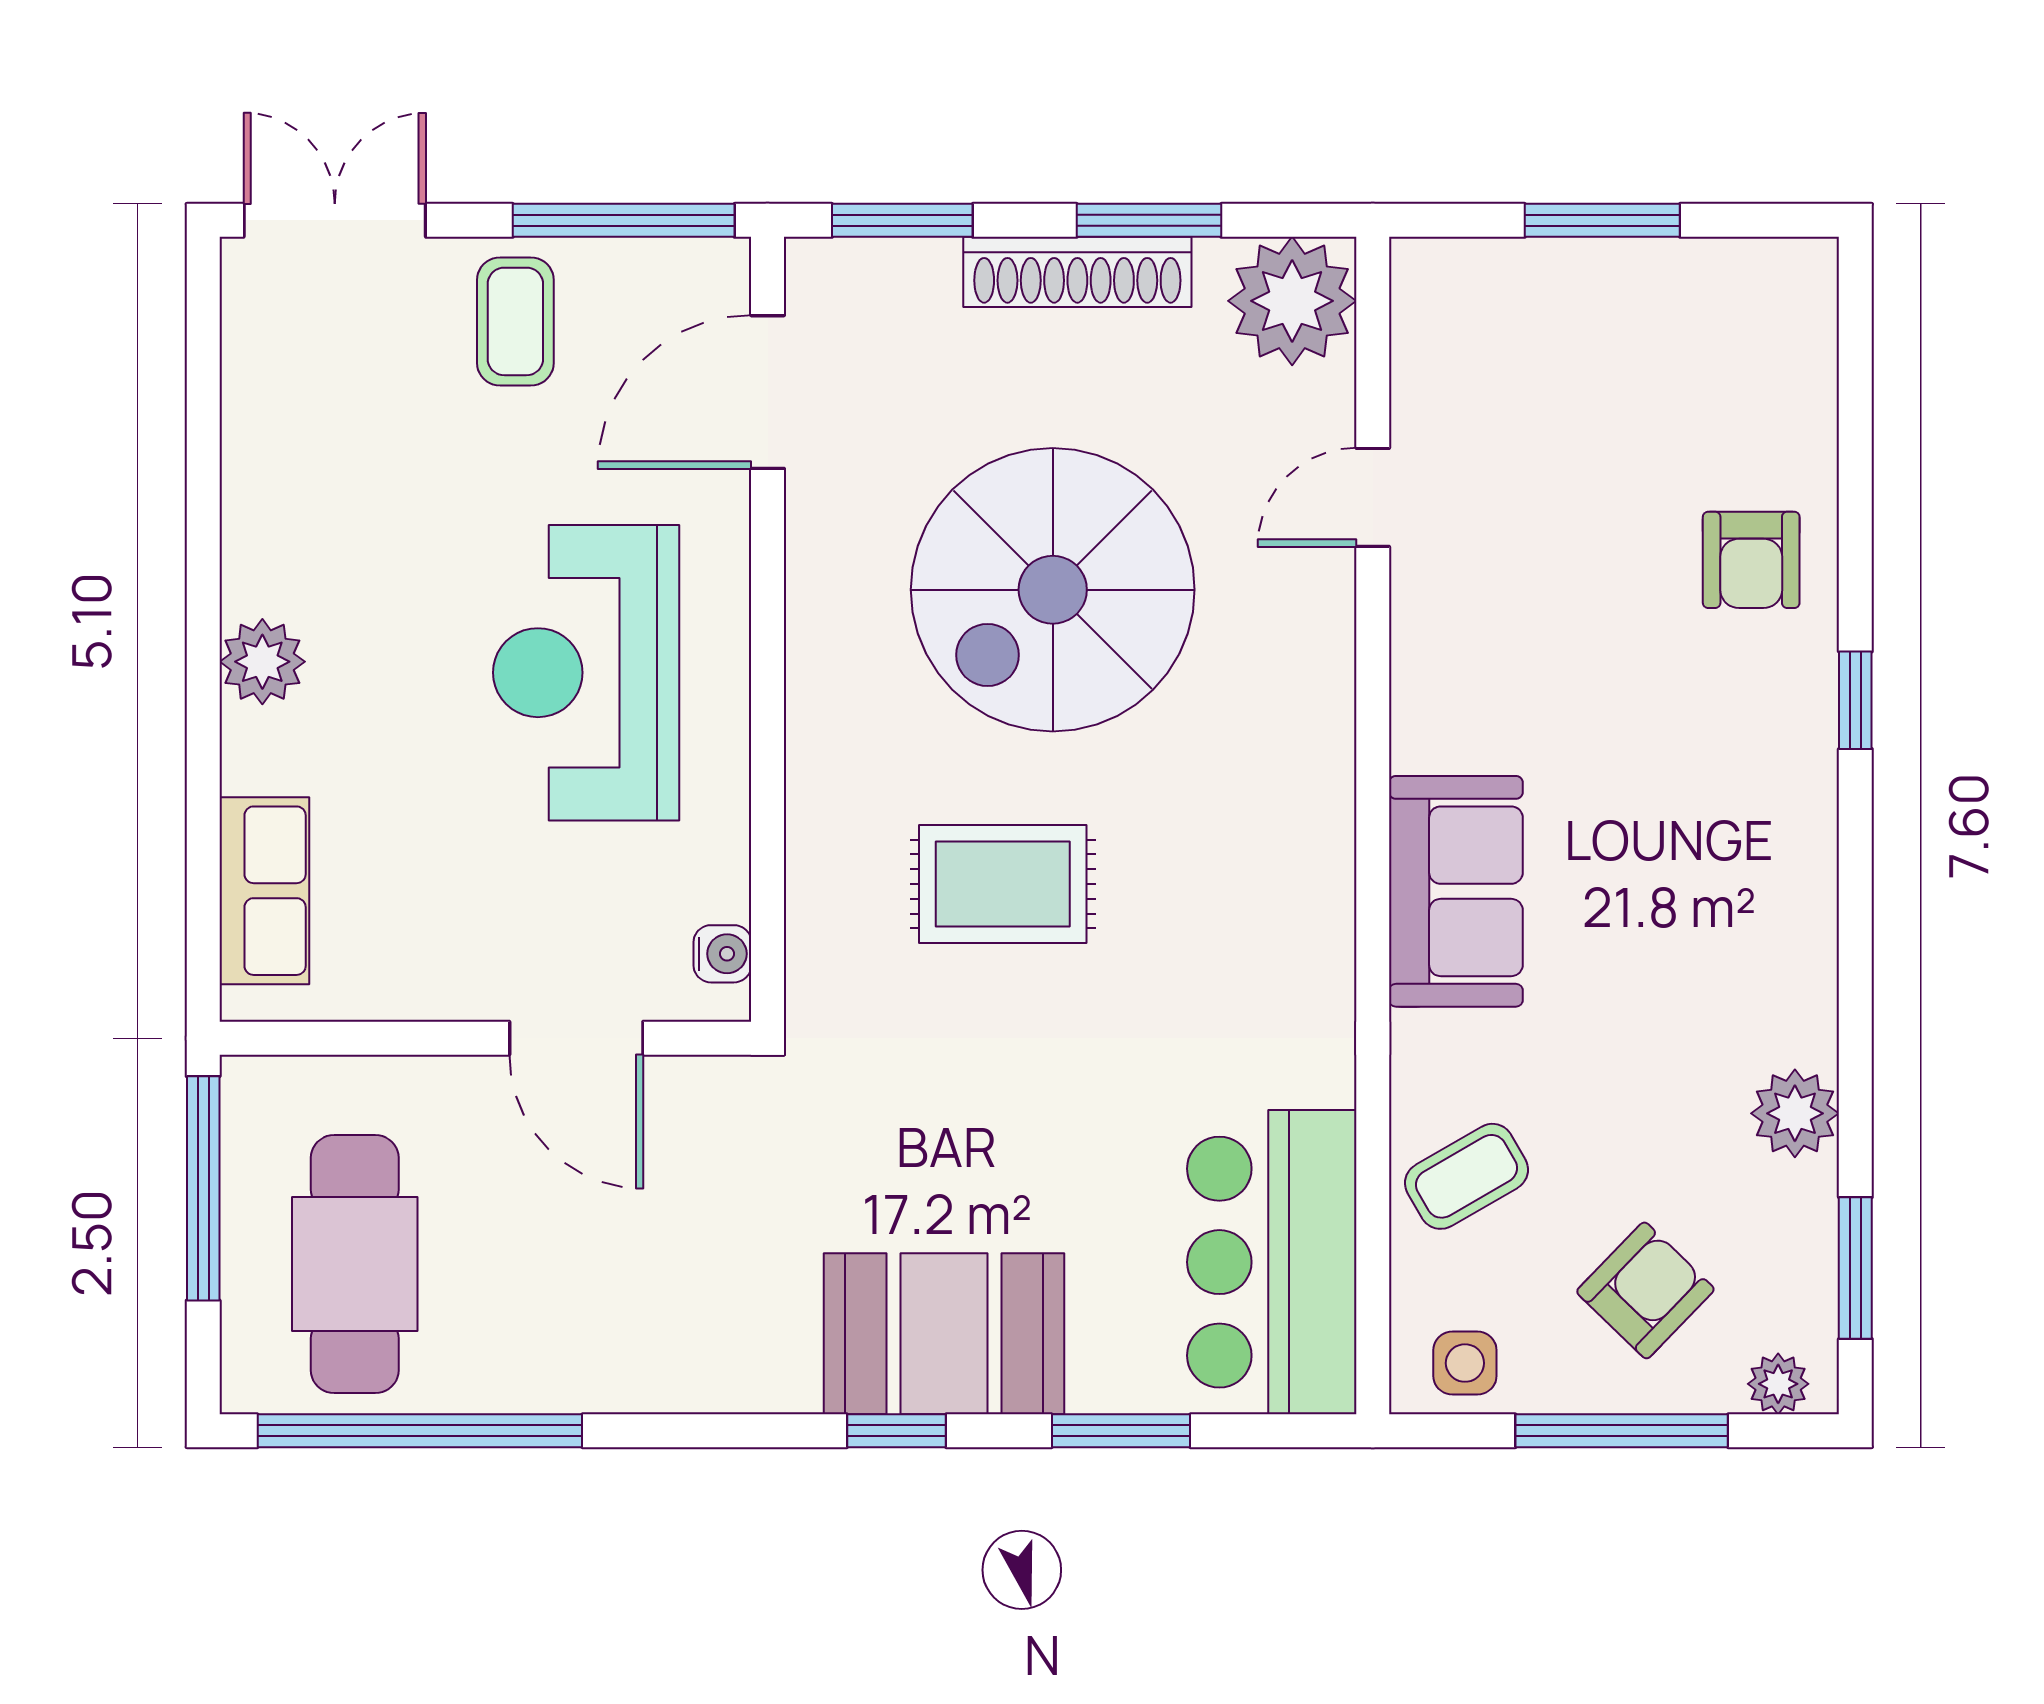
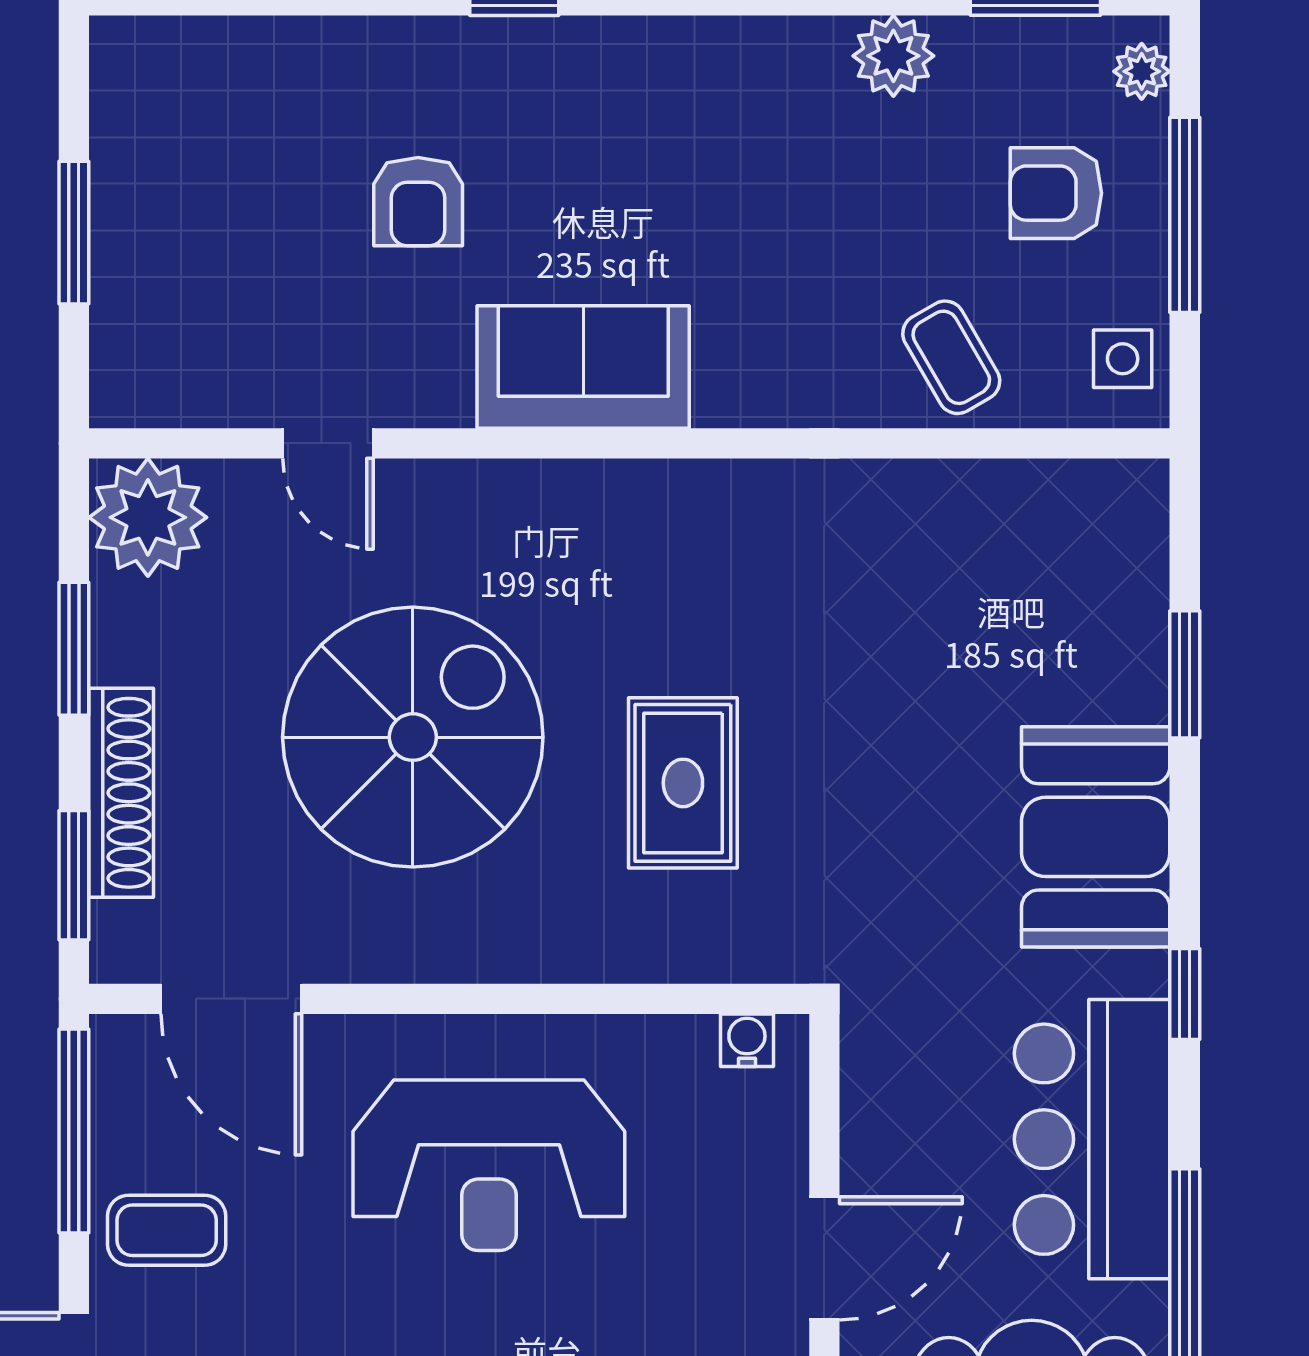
shoe rack: (1077, 272) -> (121, 793), moved
armchair: (1751, 560) -> (418, 202), moved, turned 90
spiral stairs: (1053, 590) -> (413, 737), turned -90
sofa: (1456, 891) -> (583, 367), moved
door: (576, 1038) -> (824, 1258), moved
bar counter: (1272, 1262) -> (1092, 1139), moved, turned 90
armchair: (1645, 1290) -> (1056, 193), turned -44
window: (896, 1431) -> (1185, 994), moved

